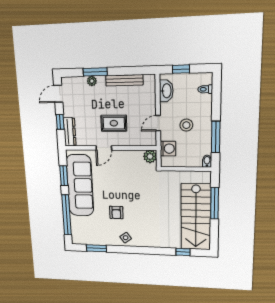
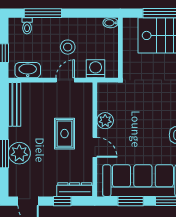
bench: (124, 80) -> (15, 104), moved
plant: (92, 81) -> (19, 153), width x1.88, depth x1.88
door: (158, 123) -> (65, 80), swing flipped
window: (216, 137) -> (43, 13), moved
plant: (150, 156) -> (105, 121), moved

